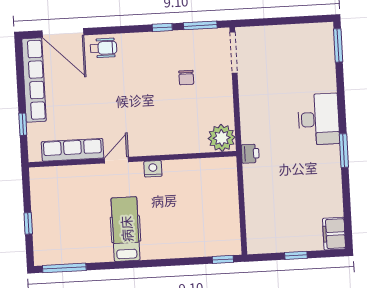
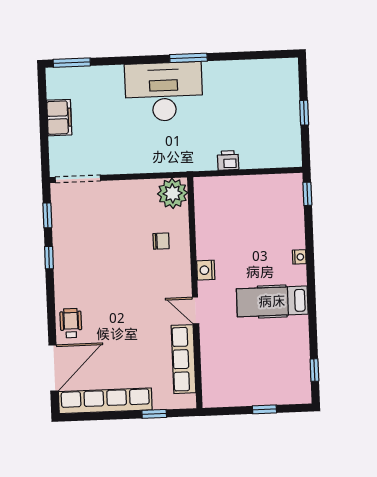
window: (200, 25) -> (47, 215), width x0.67
chair: (186, 78) -> (161, 241), moved
desk: (319, 119) -> (164, 92), width x1.36, depth x1.30
printer: (250, 154) -> (228, 160), moved
filing cabinet: (334, 234) -> (59, 118), moved, turned -90
nightstand: (166, 253) -> (299, 257), added
window: (64, 268) -> (314, 370), width x0.46

